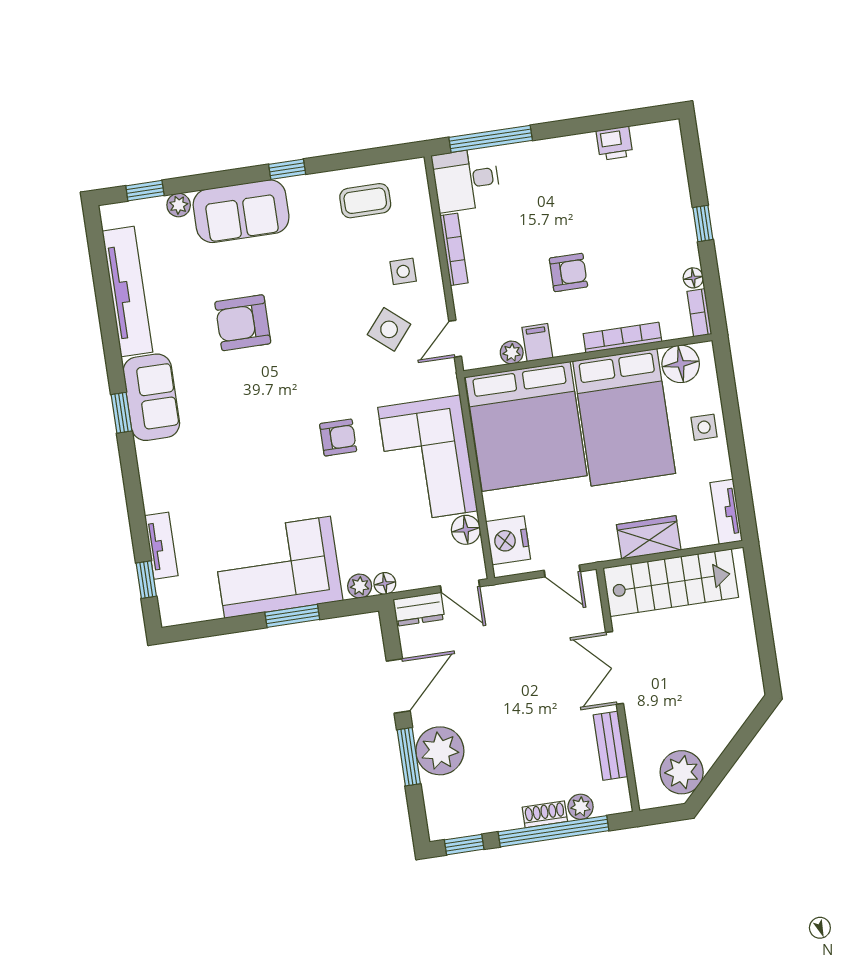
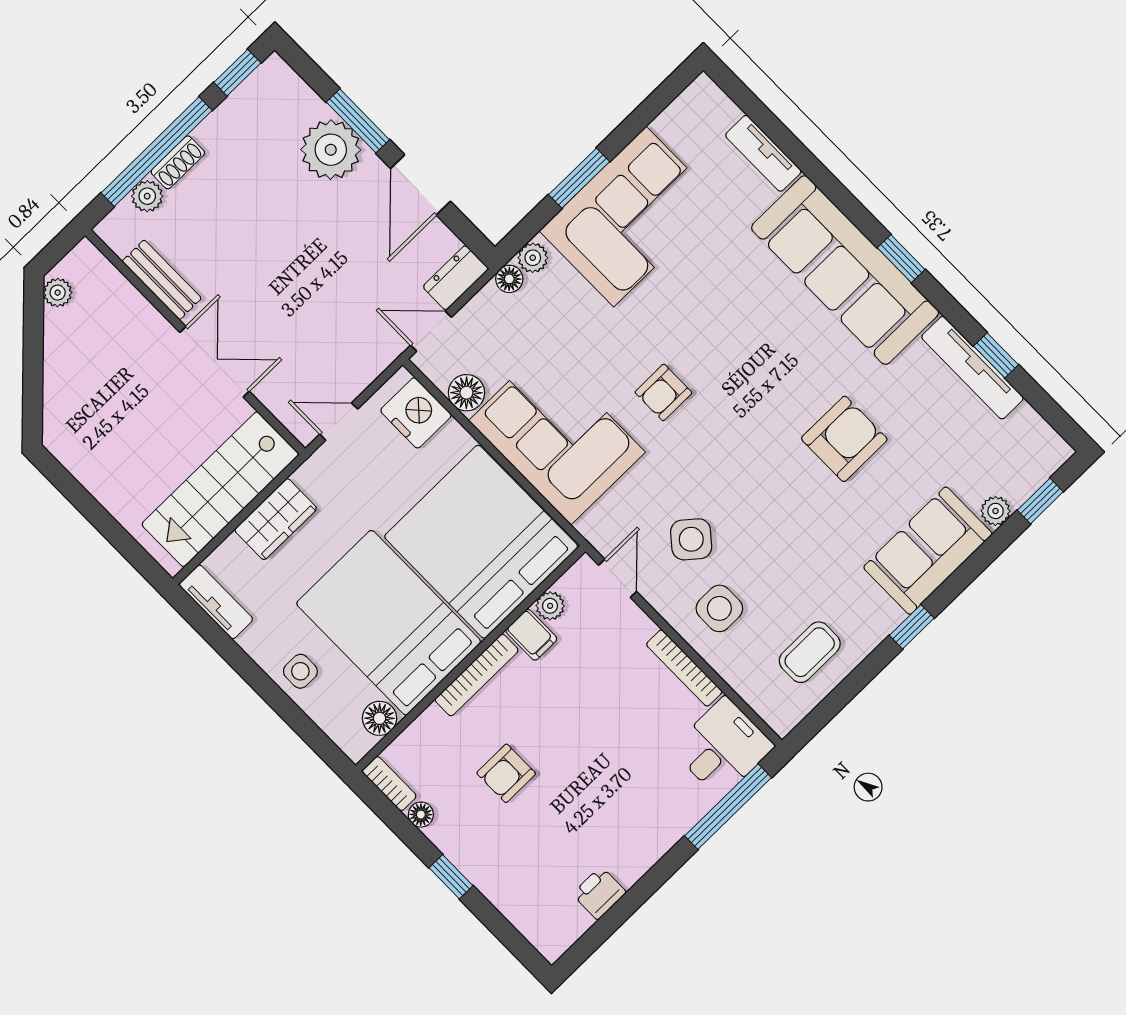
side table: (403, 271) -> (719, 608), width x1.37, depth x1.37
armchair: (568, 272) -> (506, 773), moved
tv unit: (127, 292) -> (972, 368), width x0.73, depth x0.78
bookcase: (622, 338) -> (477, 675), moved
floor lamp: (681, 364) -> (380, 718), width x0.73, depth x0.73
sofa: (151, 397) -> (845, 270), width x1.85, depth x1.27
window: (146, 580) -> (996, 355), moved
plant: (682, 772) -> (58, 293), width x0.53, depth x0.53

